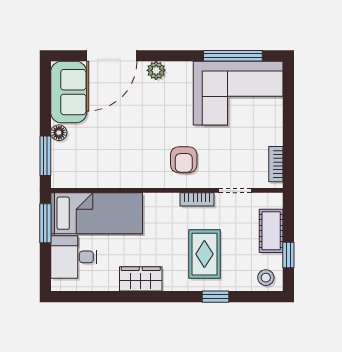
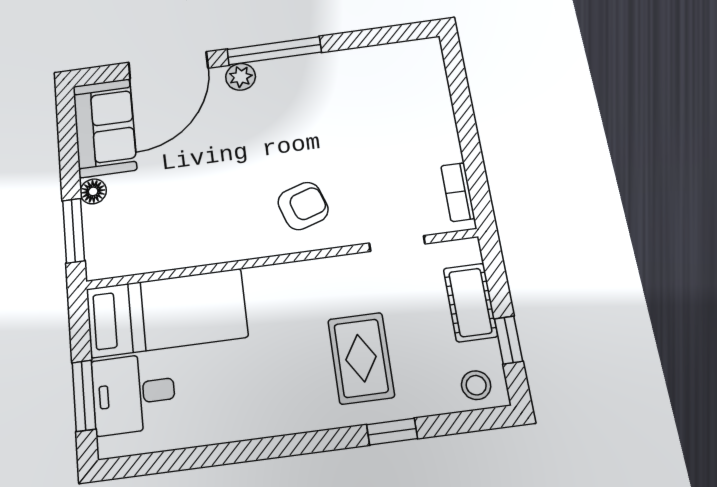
window: (233, 56) -> (274, 51), moved
corner sofa: (238, 93) -> (376, 92), removed
armchair: (184, 160) -> (303, 206), turned -108
bookcase: (197, 199) -> (334, 267), removed
window: (45, 223) -> (84, 396), moved
wardrobe: (141, 279) -> (255, 417), removed

